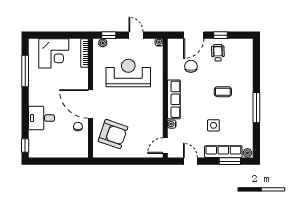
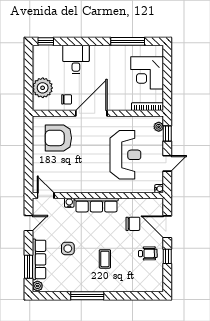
armchair: (113, 134) -> (58, 138), turned 71
plant: (67, 148) -> (43, 88), added

